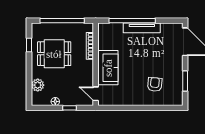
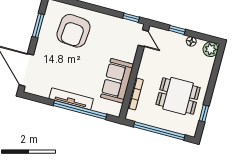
sofa: (108, 68) -> (117, 81), moved
armchair: (155, 84) -> (73, 31), width x1.88, depth x1.88
plant: (38, 85) -> (211, 49), moved
window: (110, 108) -> (131, 18), added

